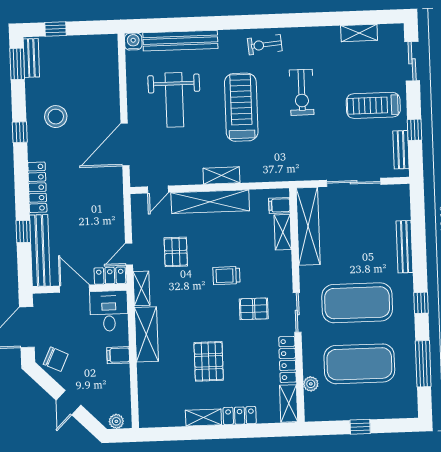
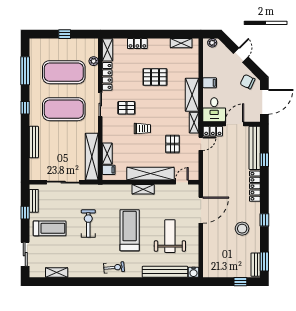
exercise bike: (302, 92) -> (88, 224), moved
treadmill: (241, 107) -> (130, 230), turned 180
door: (75, 289) -> (235, 124), swing flipped
pallet: (209, 361) -> (155, 77), turned 90
shelving: (203, 418) -> (181, 43), moved

